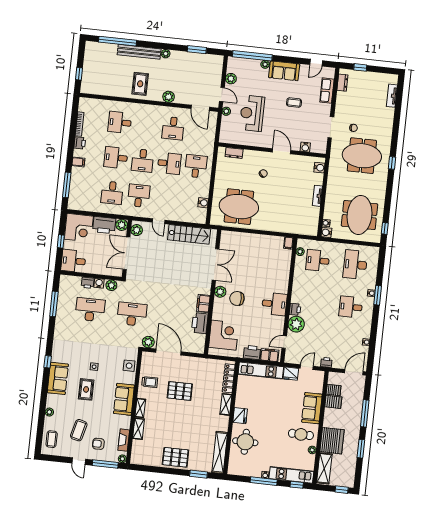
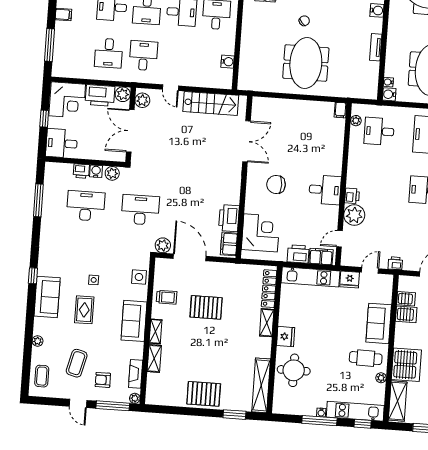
meeting table: (239, 207) -> (306, 63), moved, turned 90
plant: (220, 292) -> (254, 177), removed
filing cabinet: (203, 304) -> (229, 244), moved

